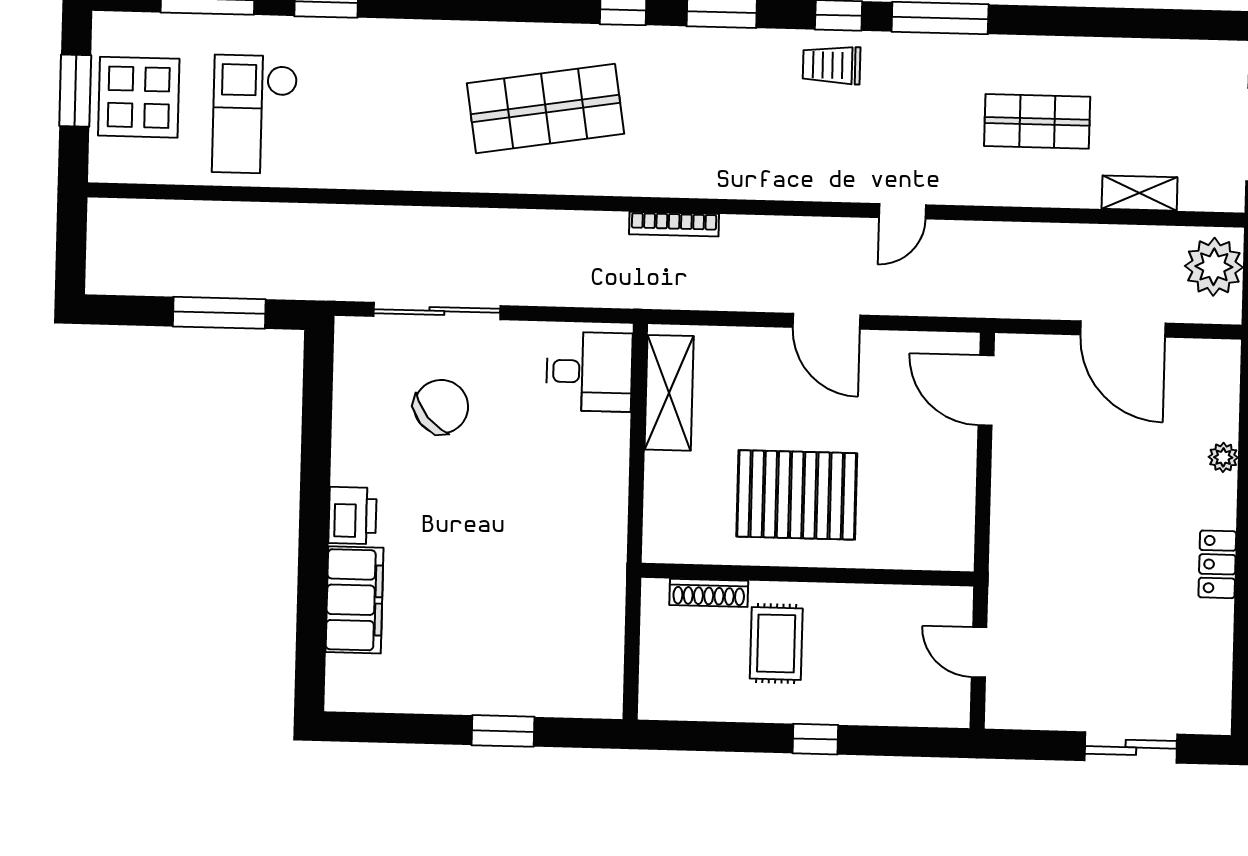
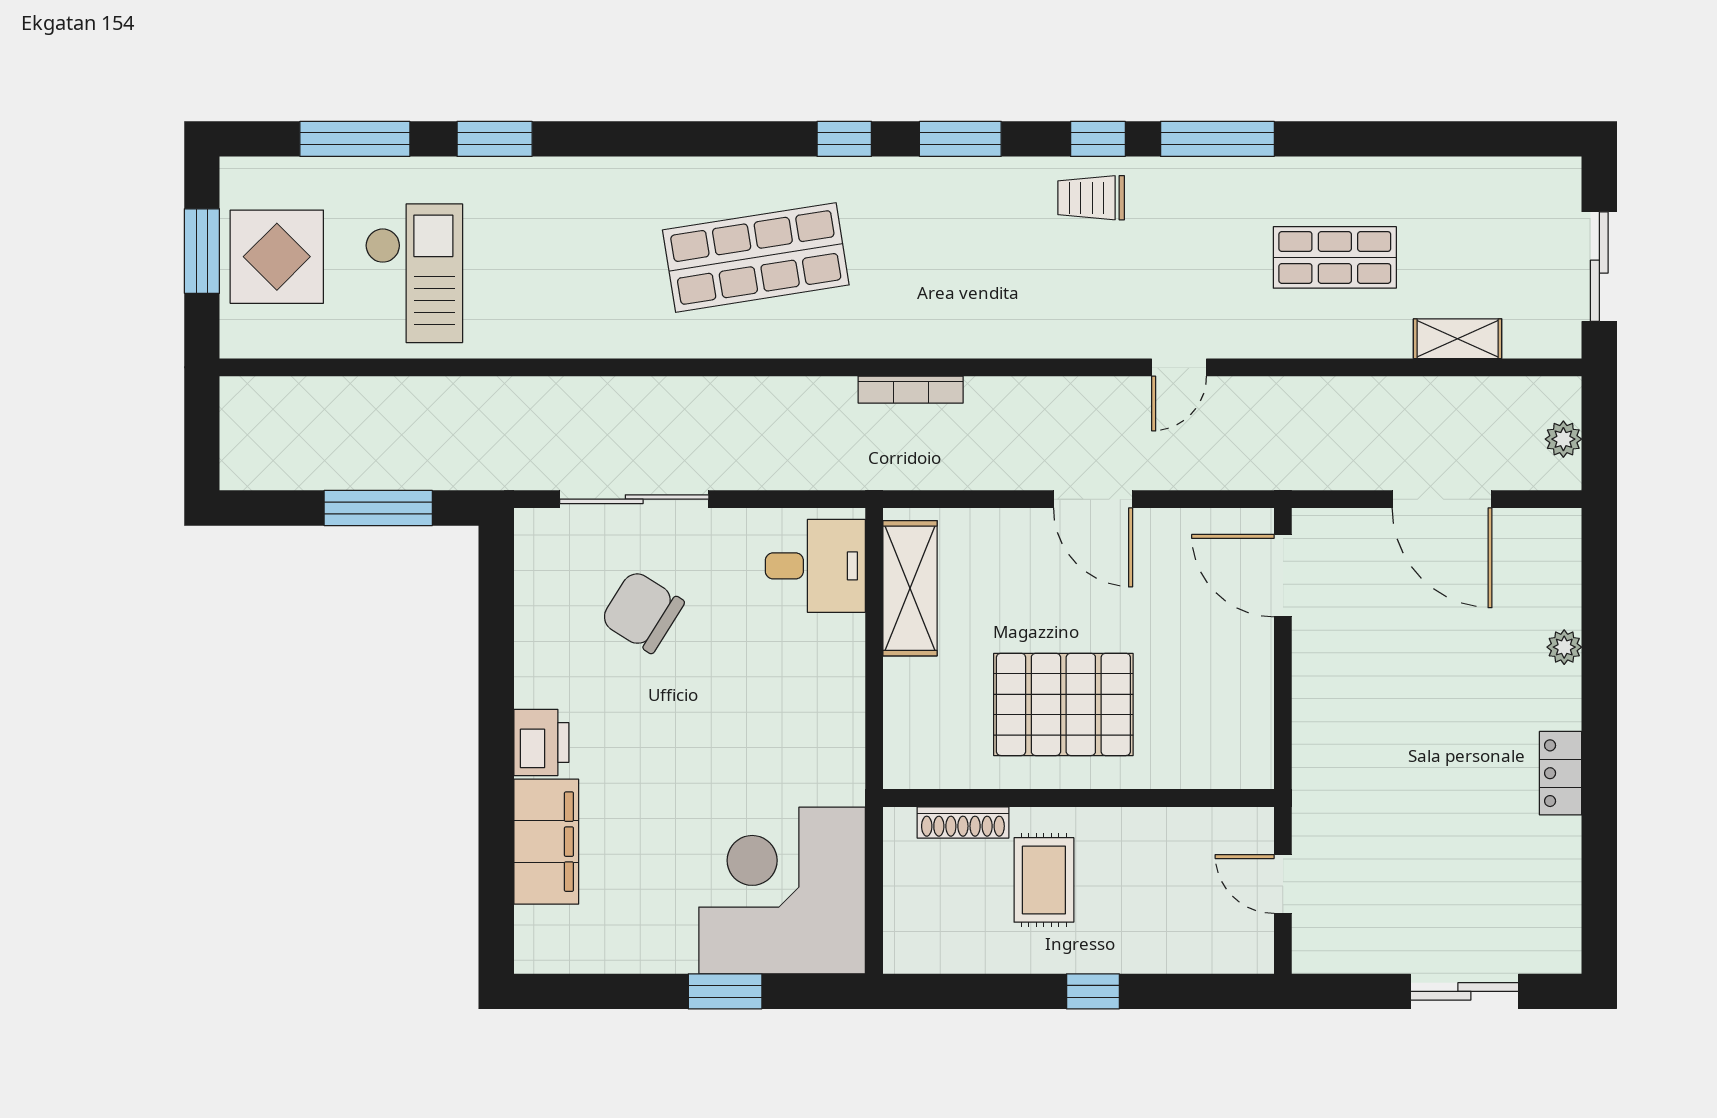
checkout: (255, 114) -> (414, 273), turned 180
plant: (1214, 267) -> (1563, 439), width x0.53, depth x0.53
chair: (441, 407) -> (642, 612), turned -108
corner desk: (554, 647) -> (782, 890), added

